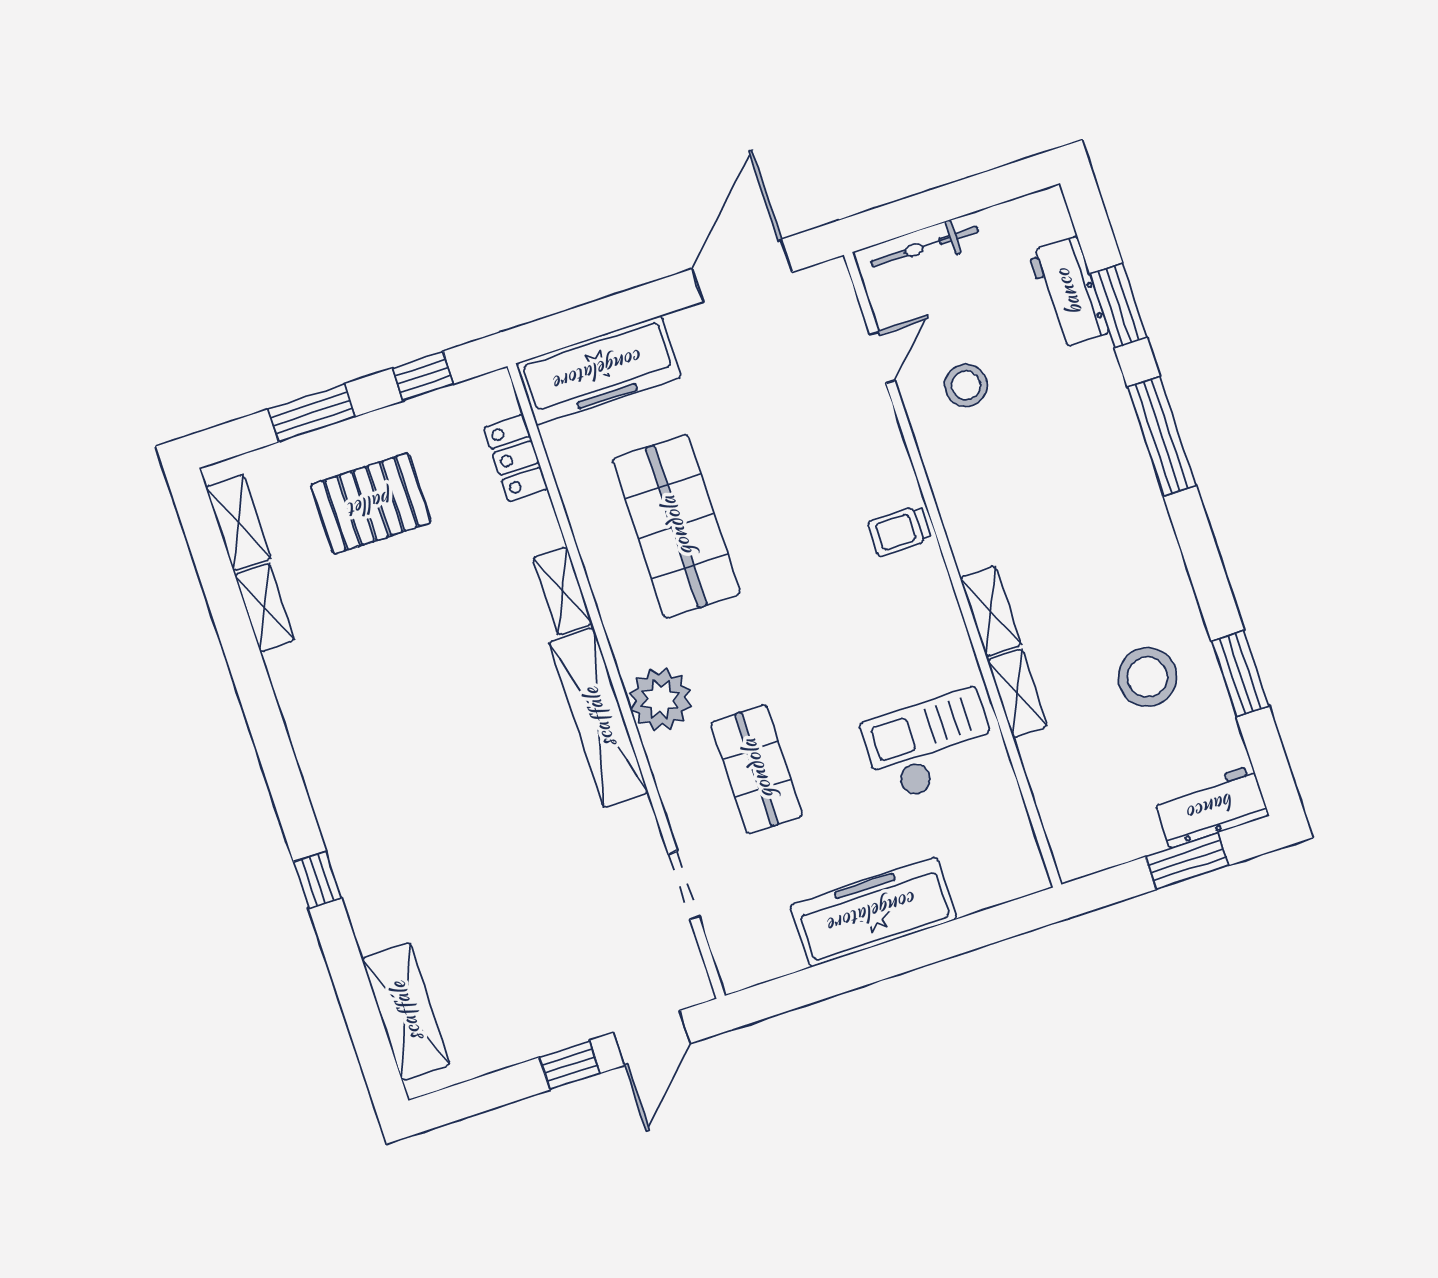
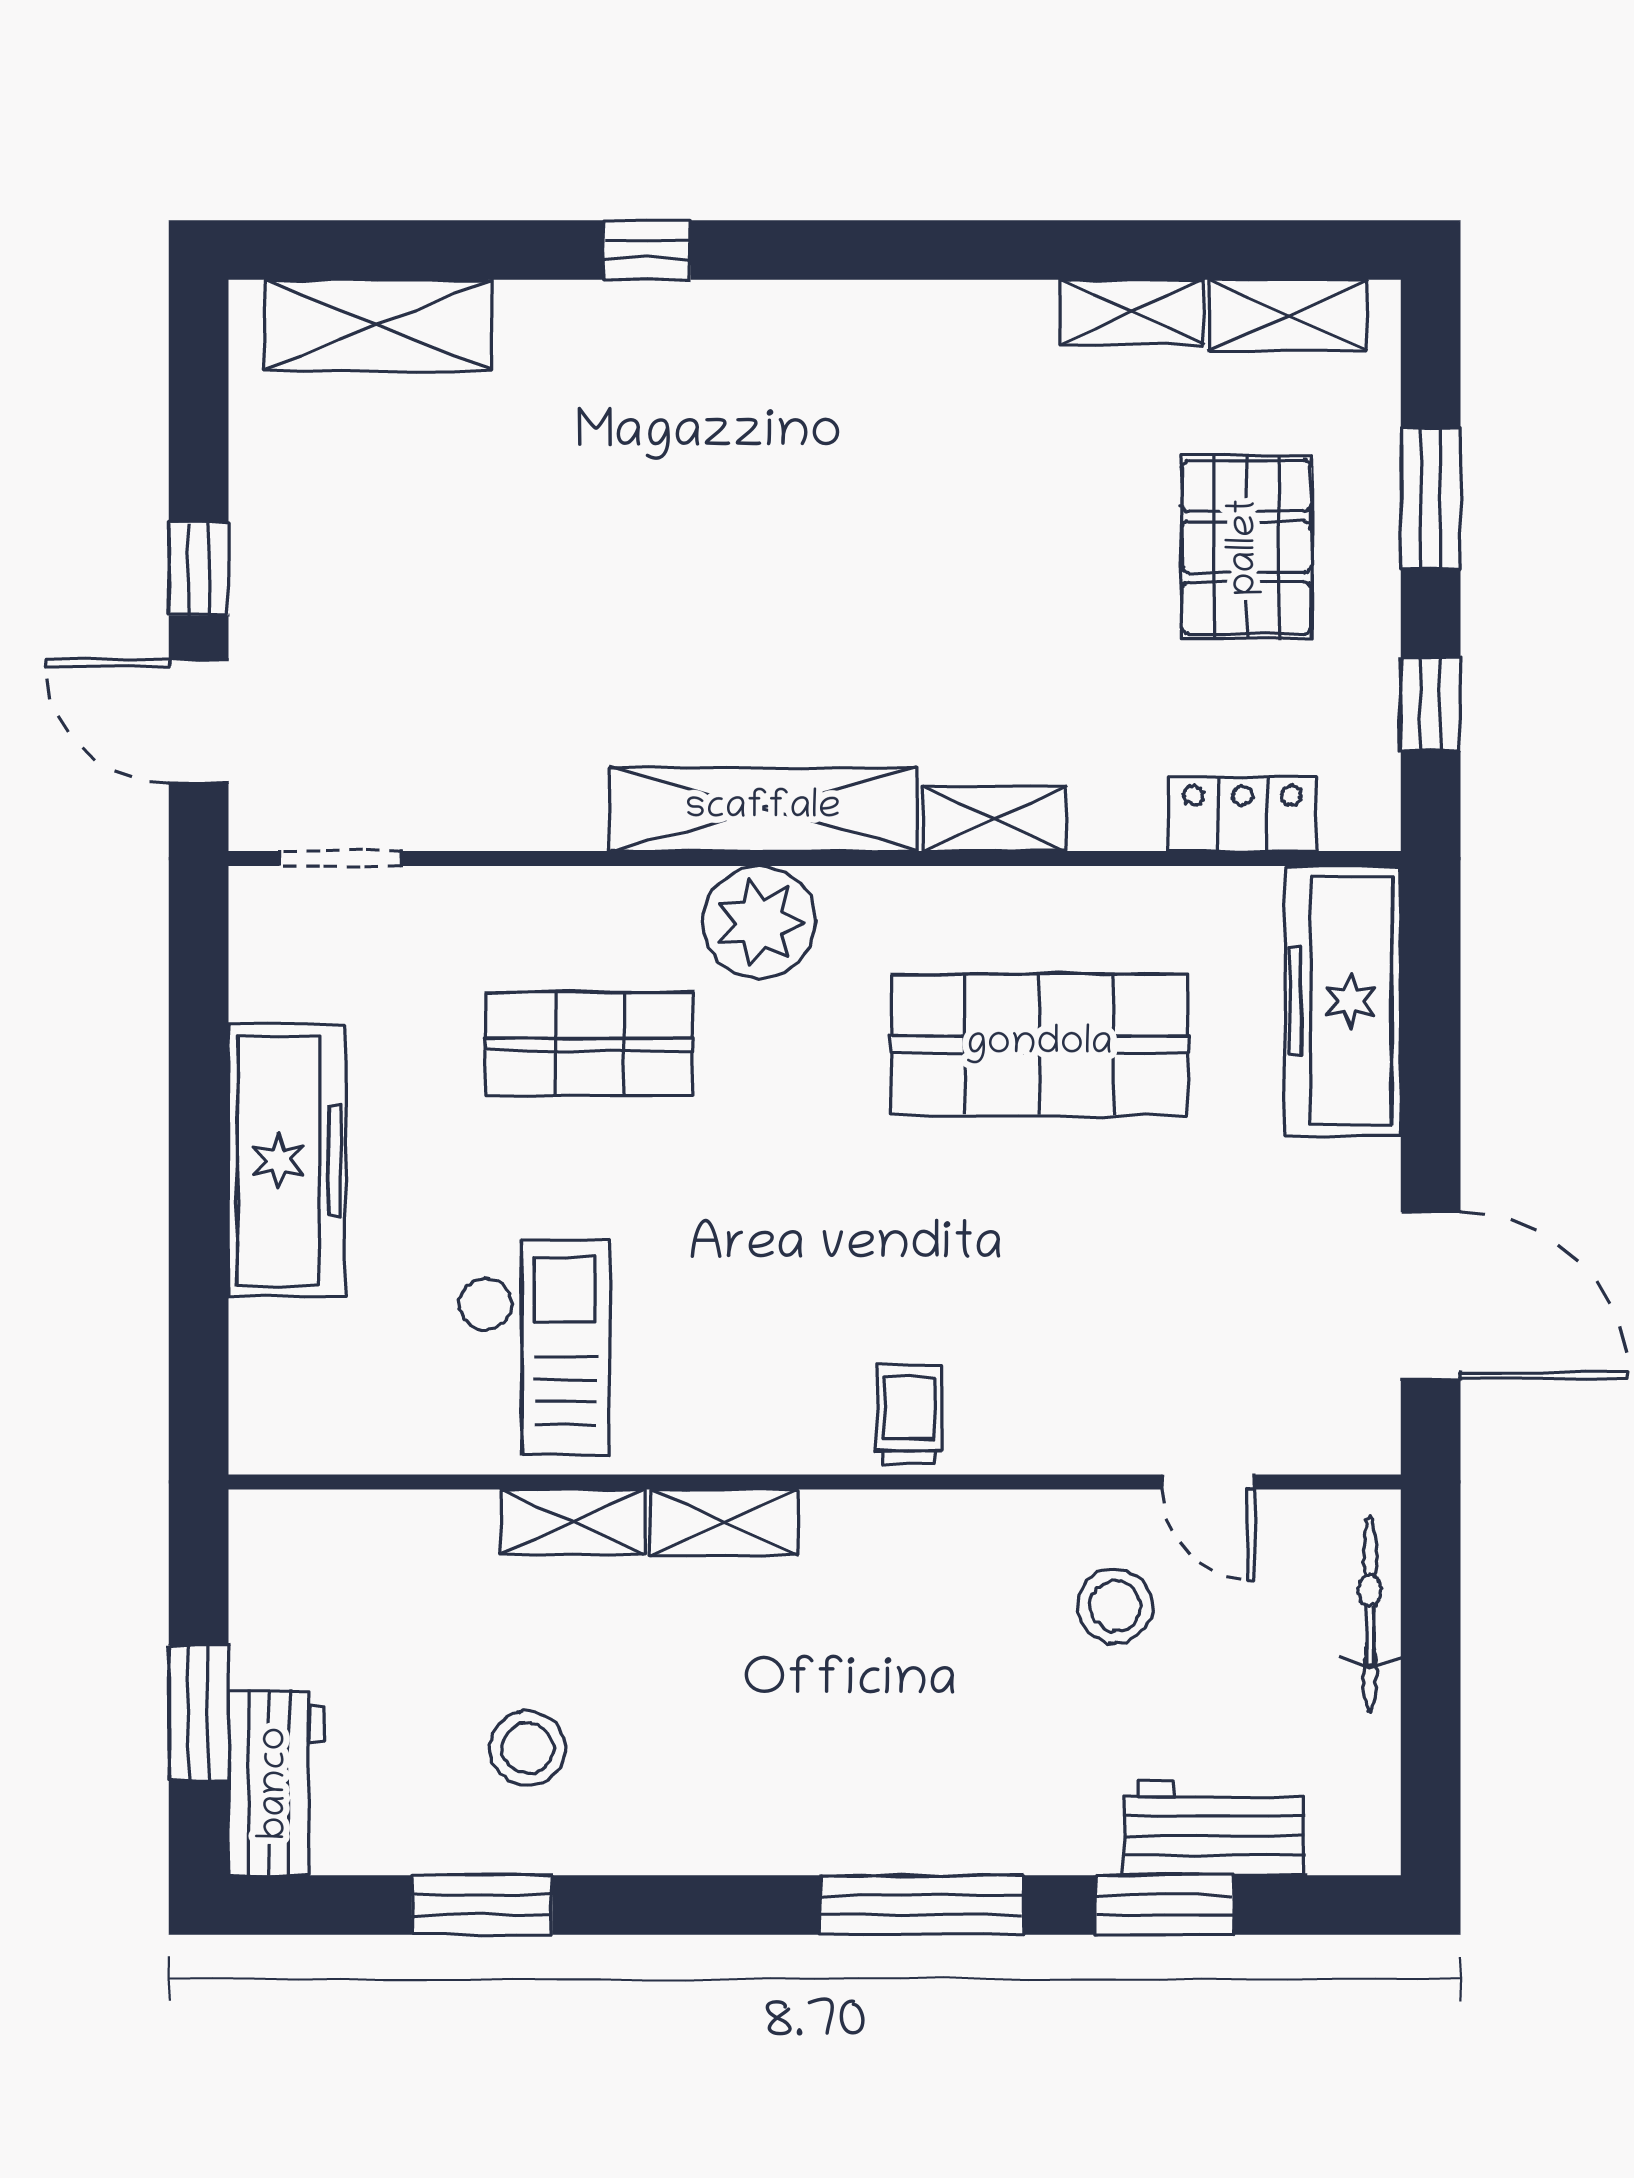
stool: (1147, 677) -> (528, 1748), width x0.73, depth x0.73
doorway: (684, 885) -> (340, 859), moved

